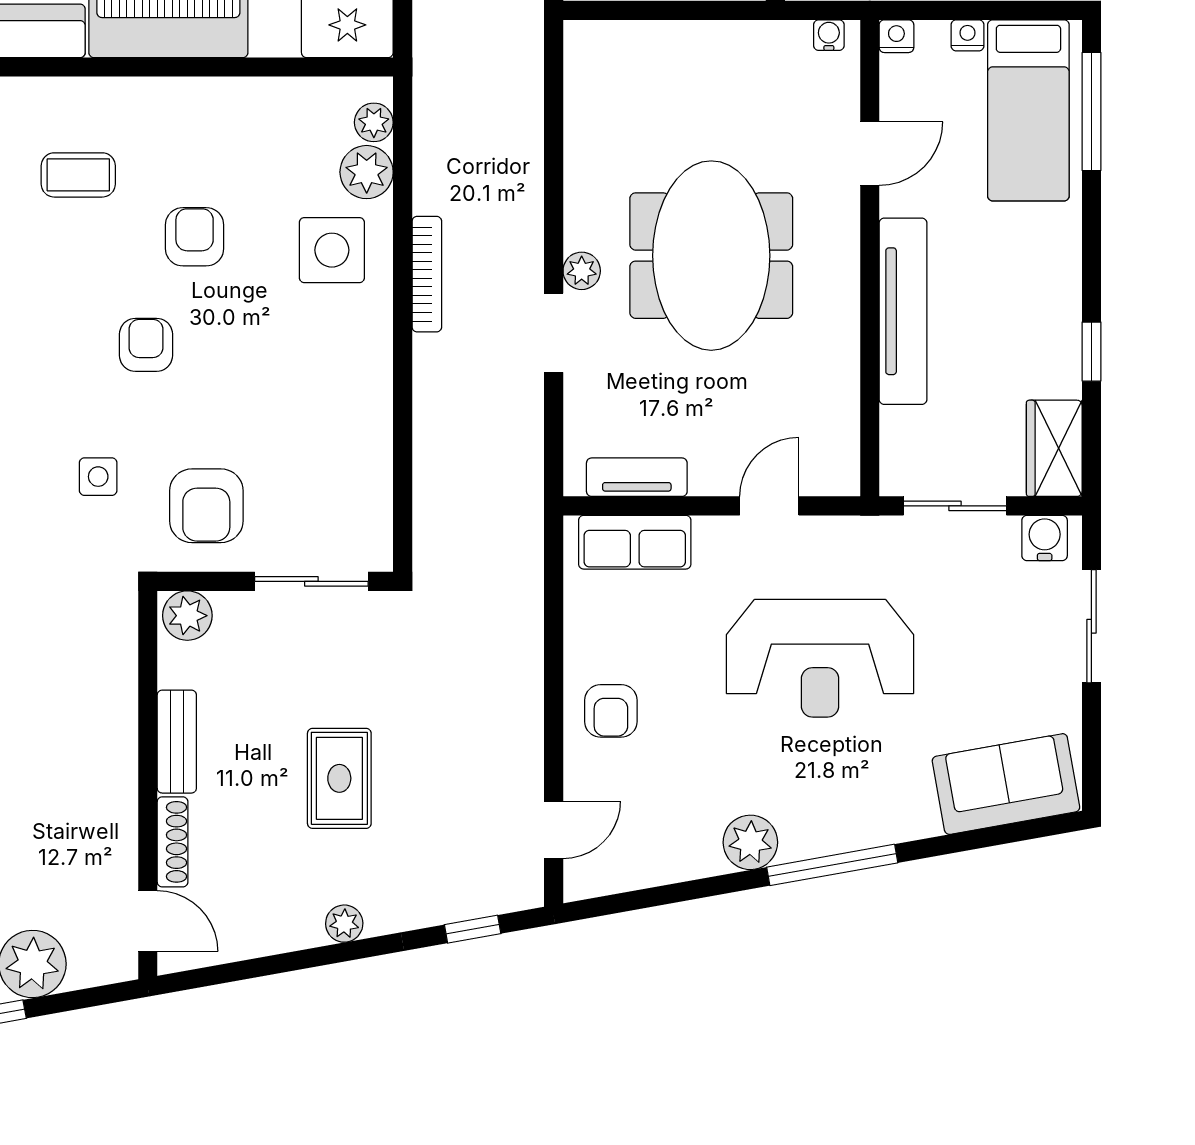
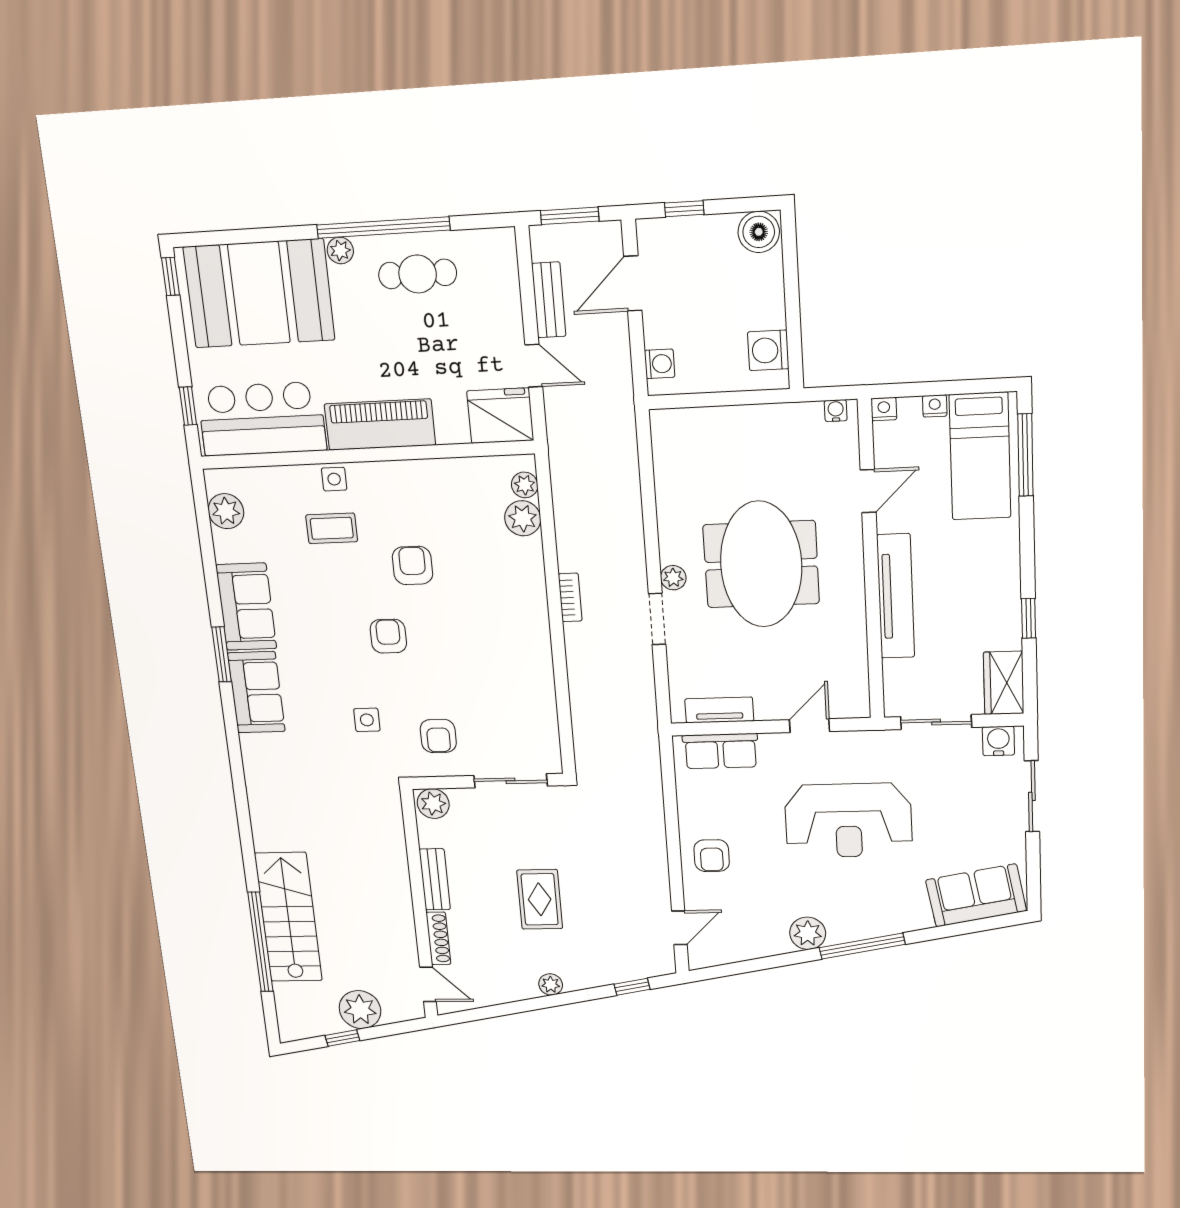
side table: (332, 250) -> (334, 479), moved, width x0.54, depth x0.54
bookcase: (427, 274) -> (570, 597), width x0.64
armchair: (206, 506) -> (438, 736), width x0.72, depth x0.72

